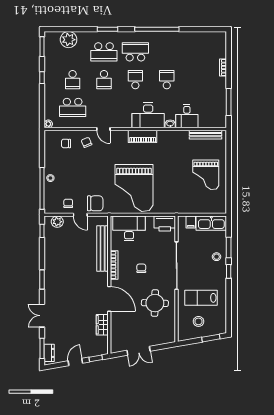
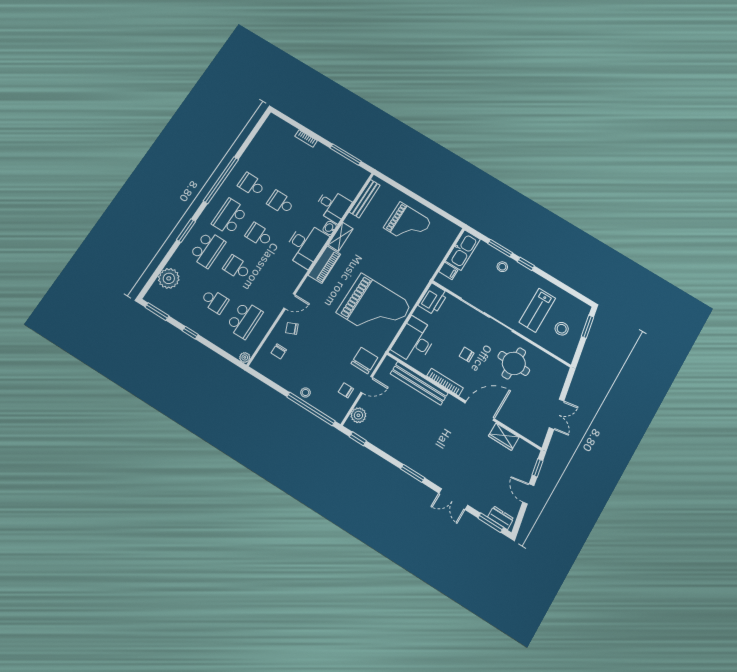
school desk: (167, 52) -> (252, 185), added
school desk: (104, 80) -> (237, 268), turned 180
shelving: (169, 135) -> (341, 237), added

